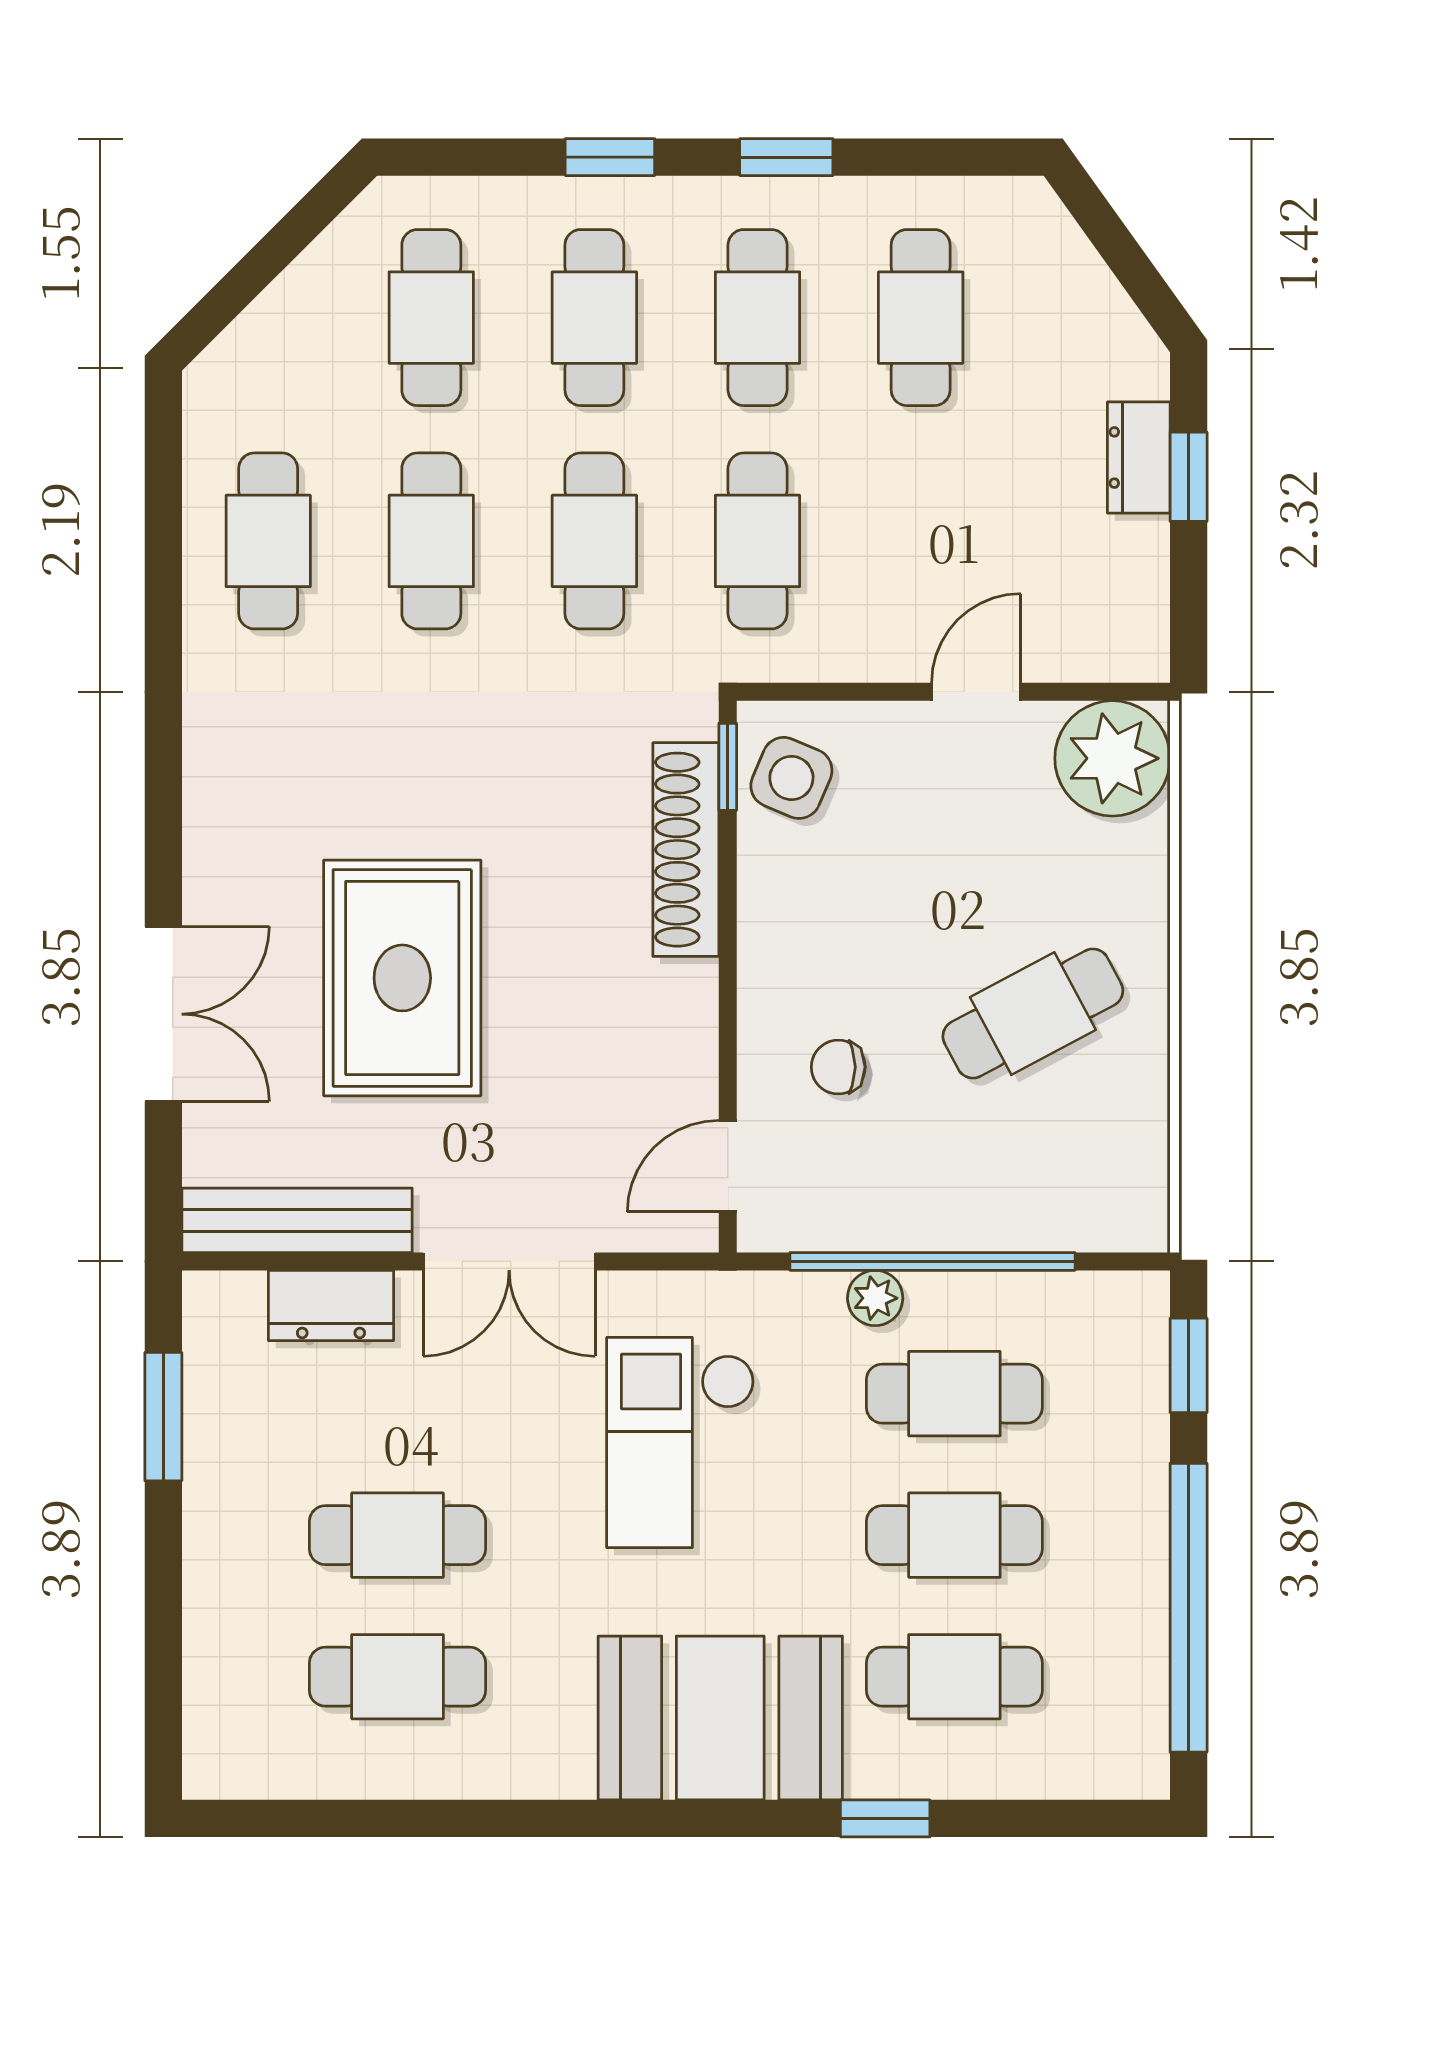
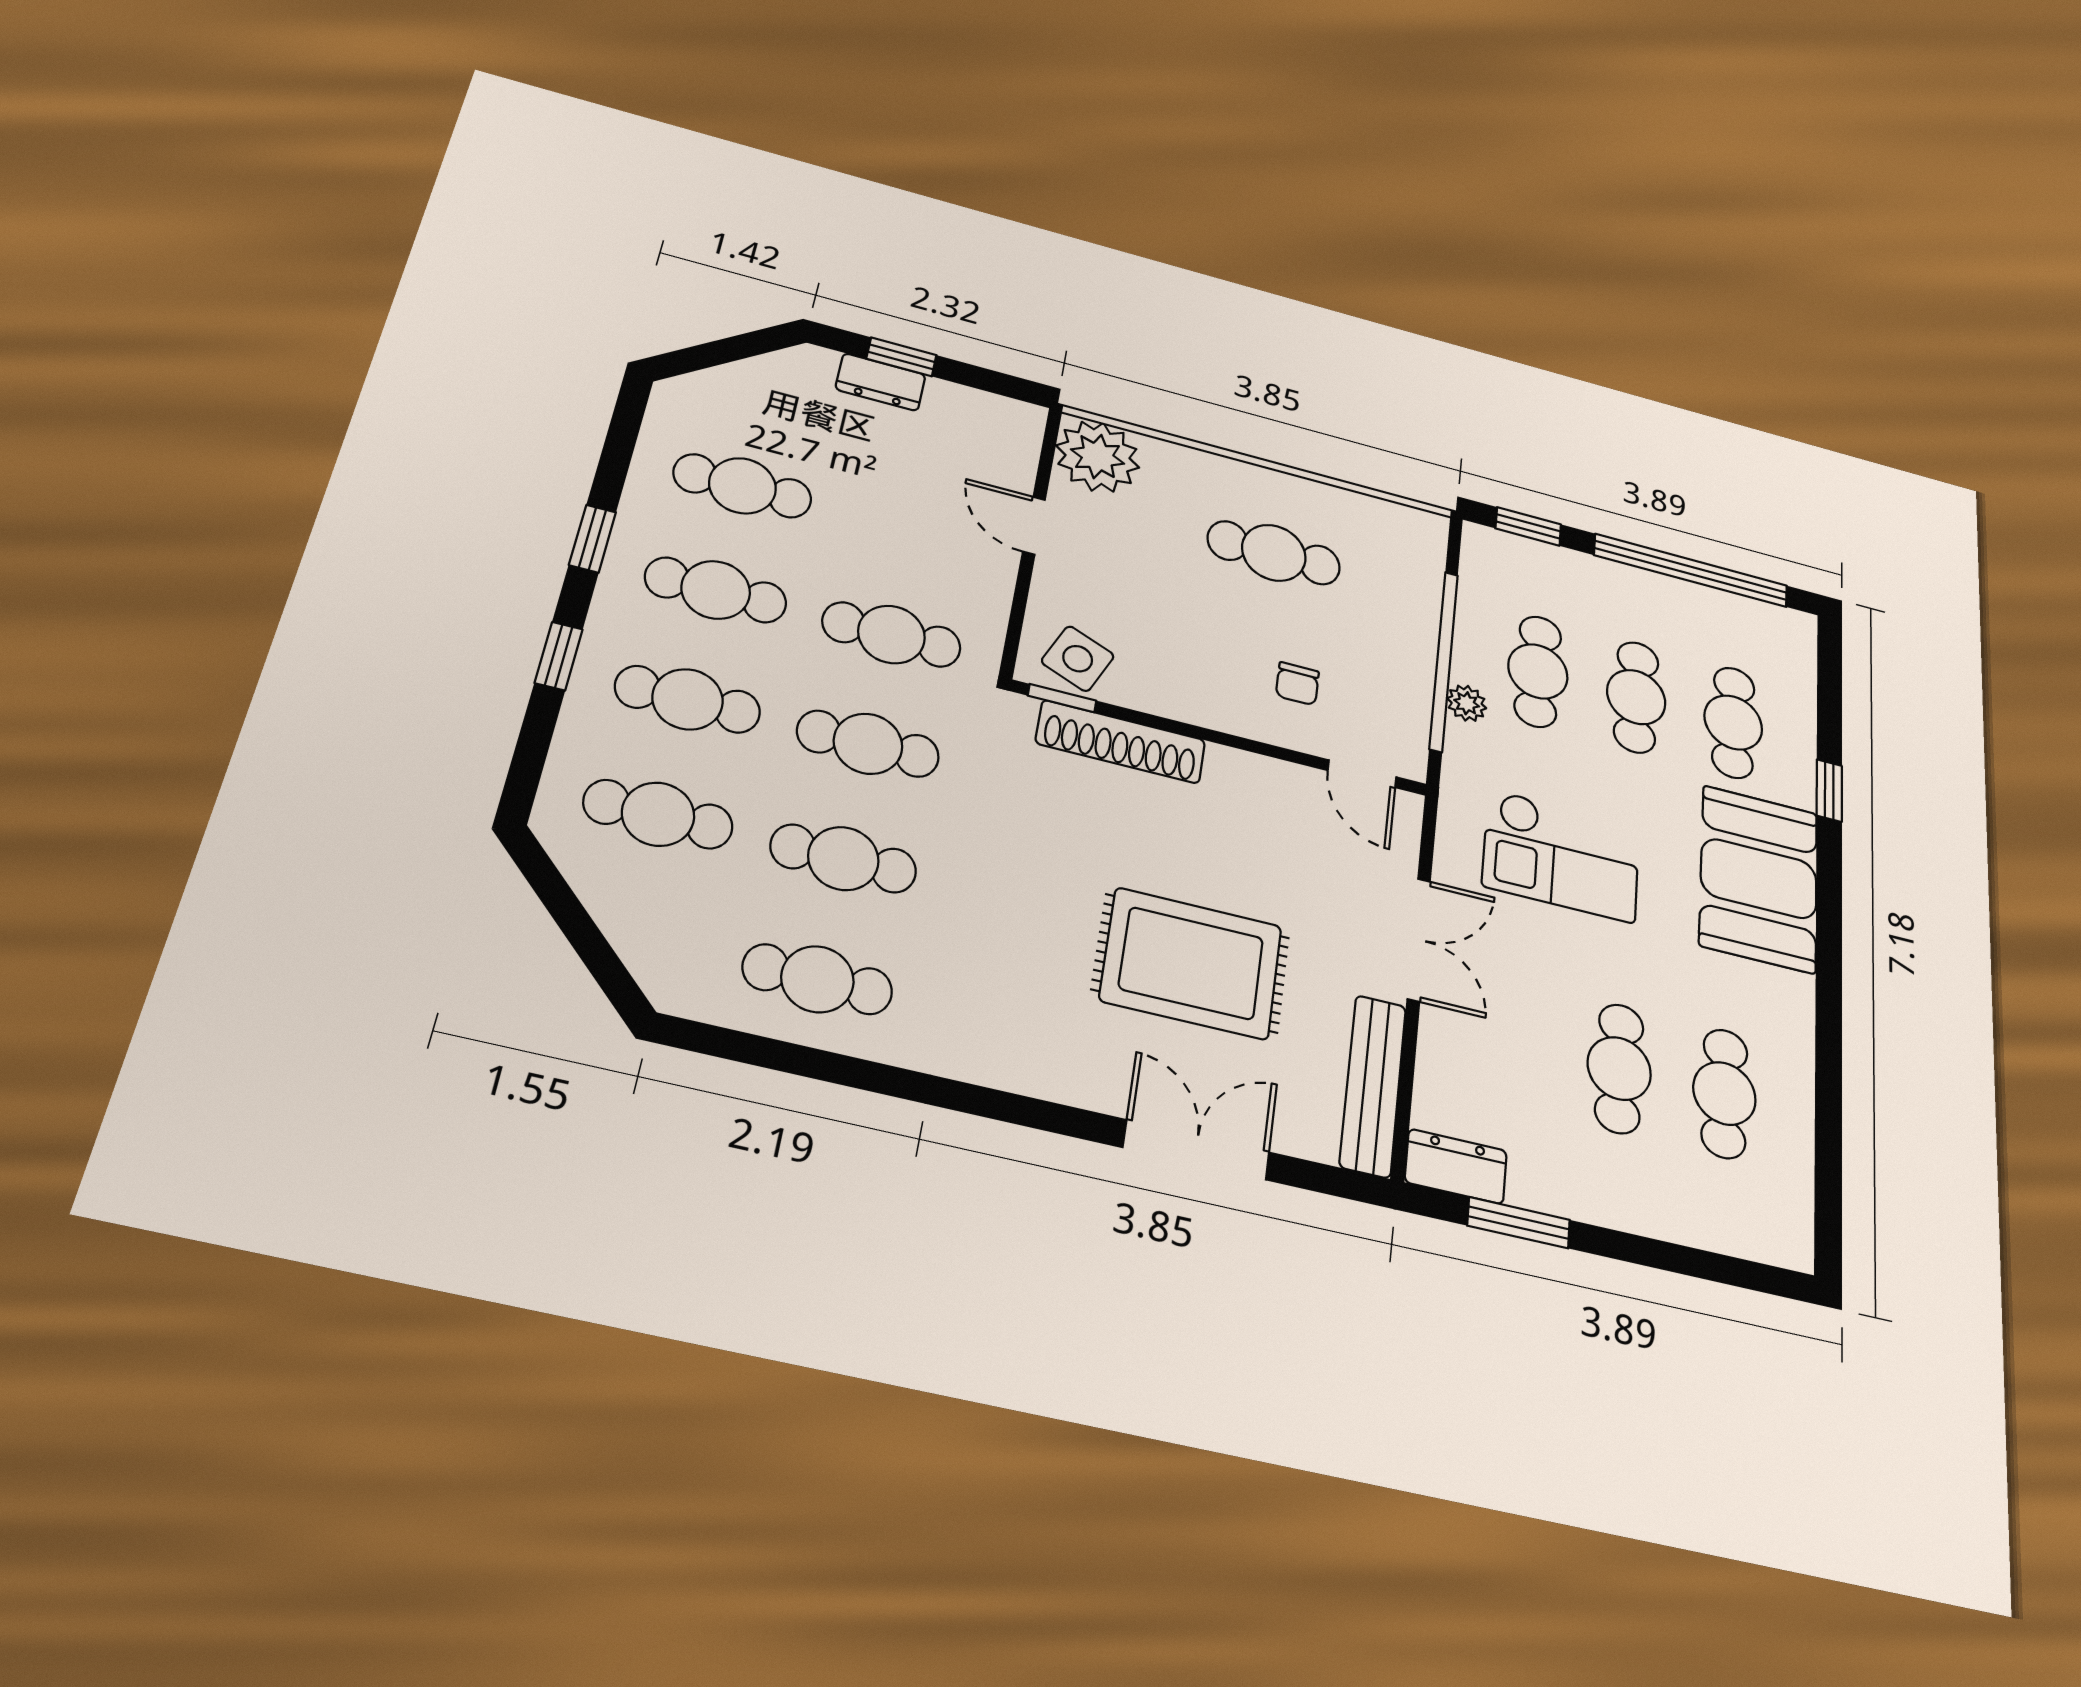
cafe table: (1033, 1014) -> (1274, 553), turned -62
dresser: (331, 1306) -> (1456, 1166), moved, turned -90

